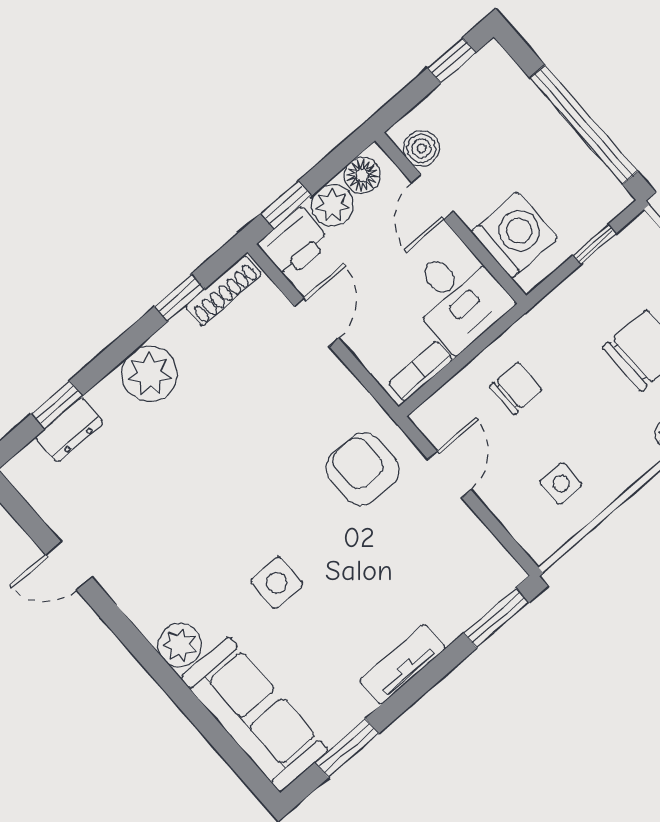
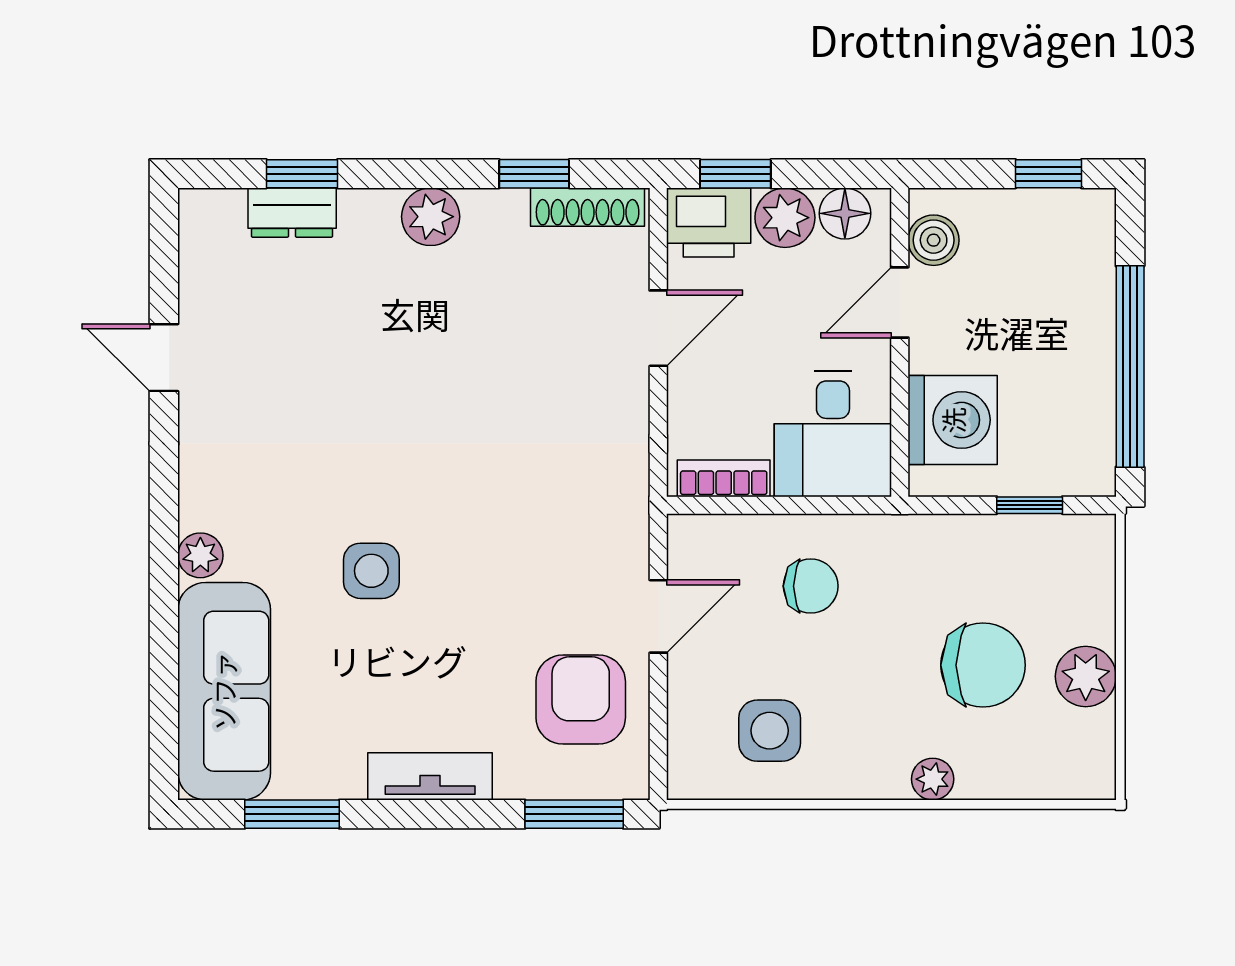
plant: (150, 374) -> (431, 217), width x0.73, depth x0.73
armchair: (363, 469) -> (581, 700), moved
side table: (561, 484) -> (770, 731), width x1.37, depth x1.37
plant: (180, 645) -> (200, 555), width x0.73, depth x0.73

